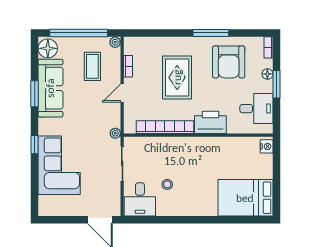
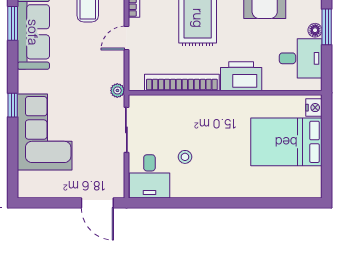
floor lamp: (267, 74) -> (315, 30), moved
window: (35, 94) -> (13, 23), moved
bed: (245, 198) -> (286, 142), moved

